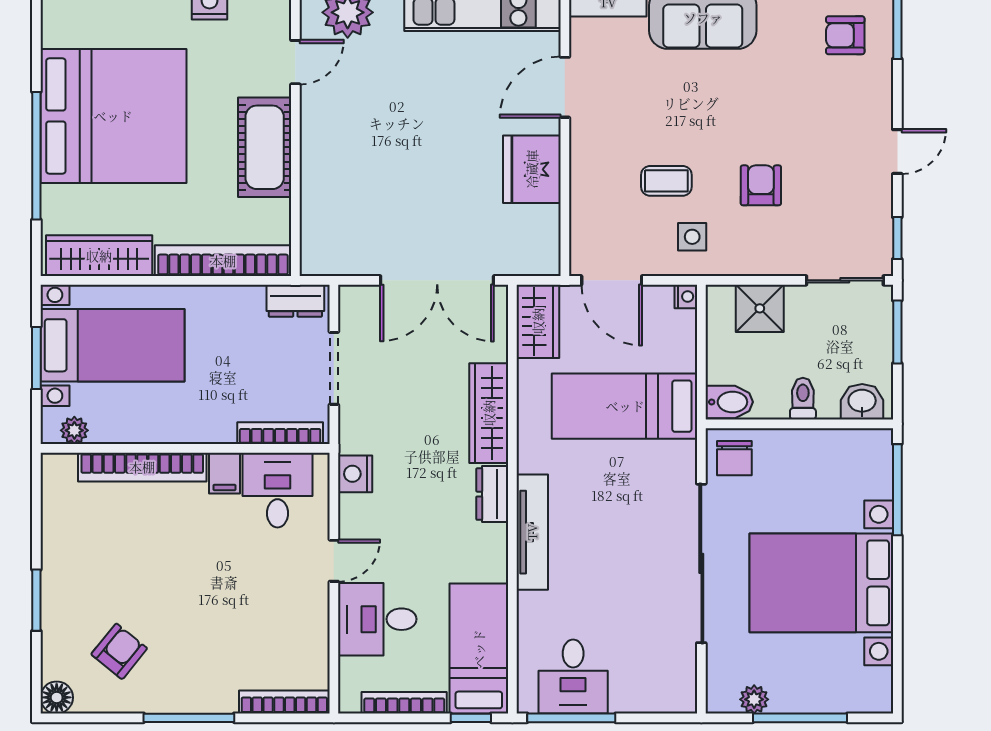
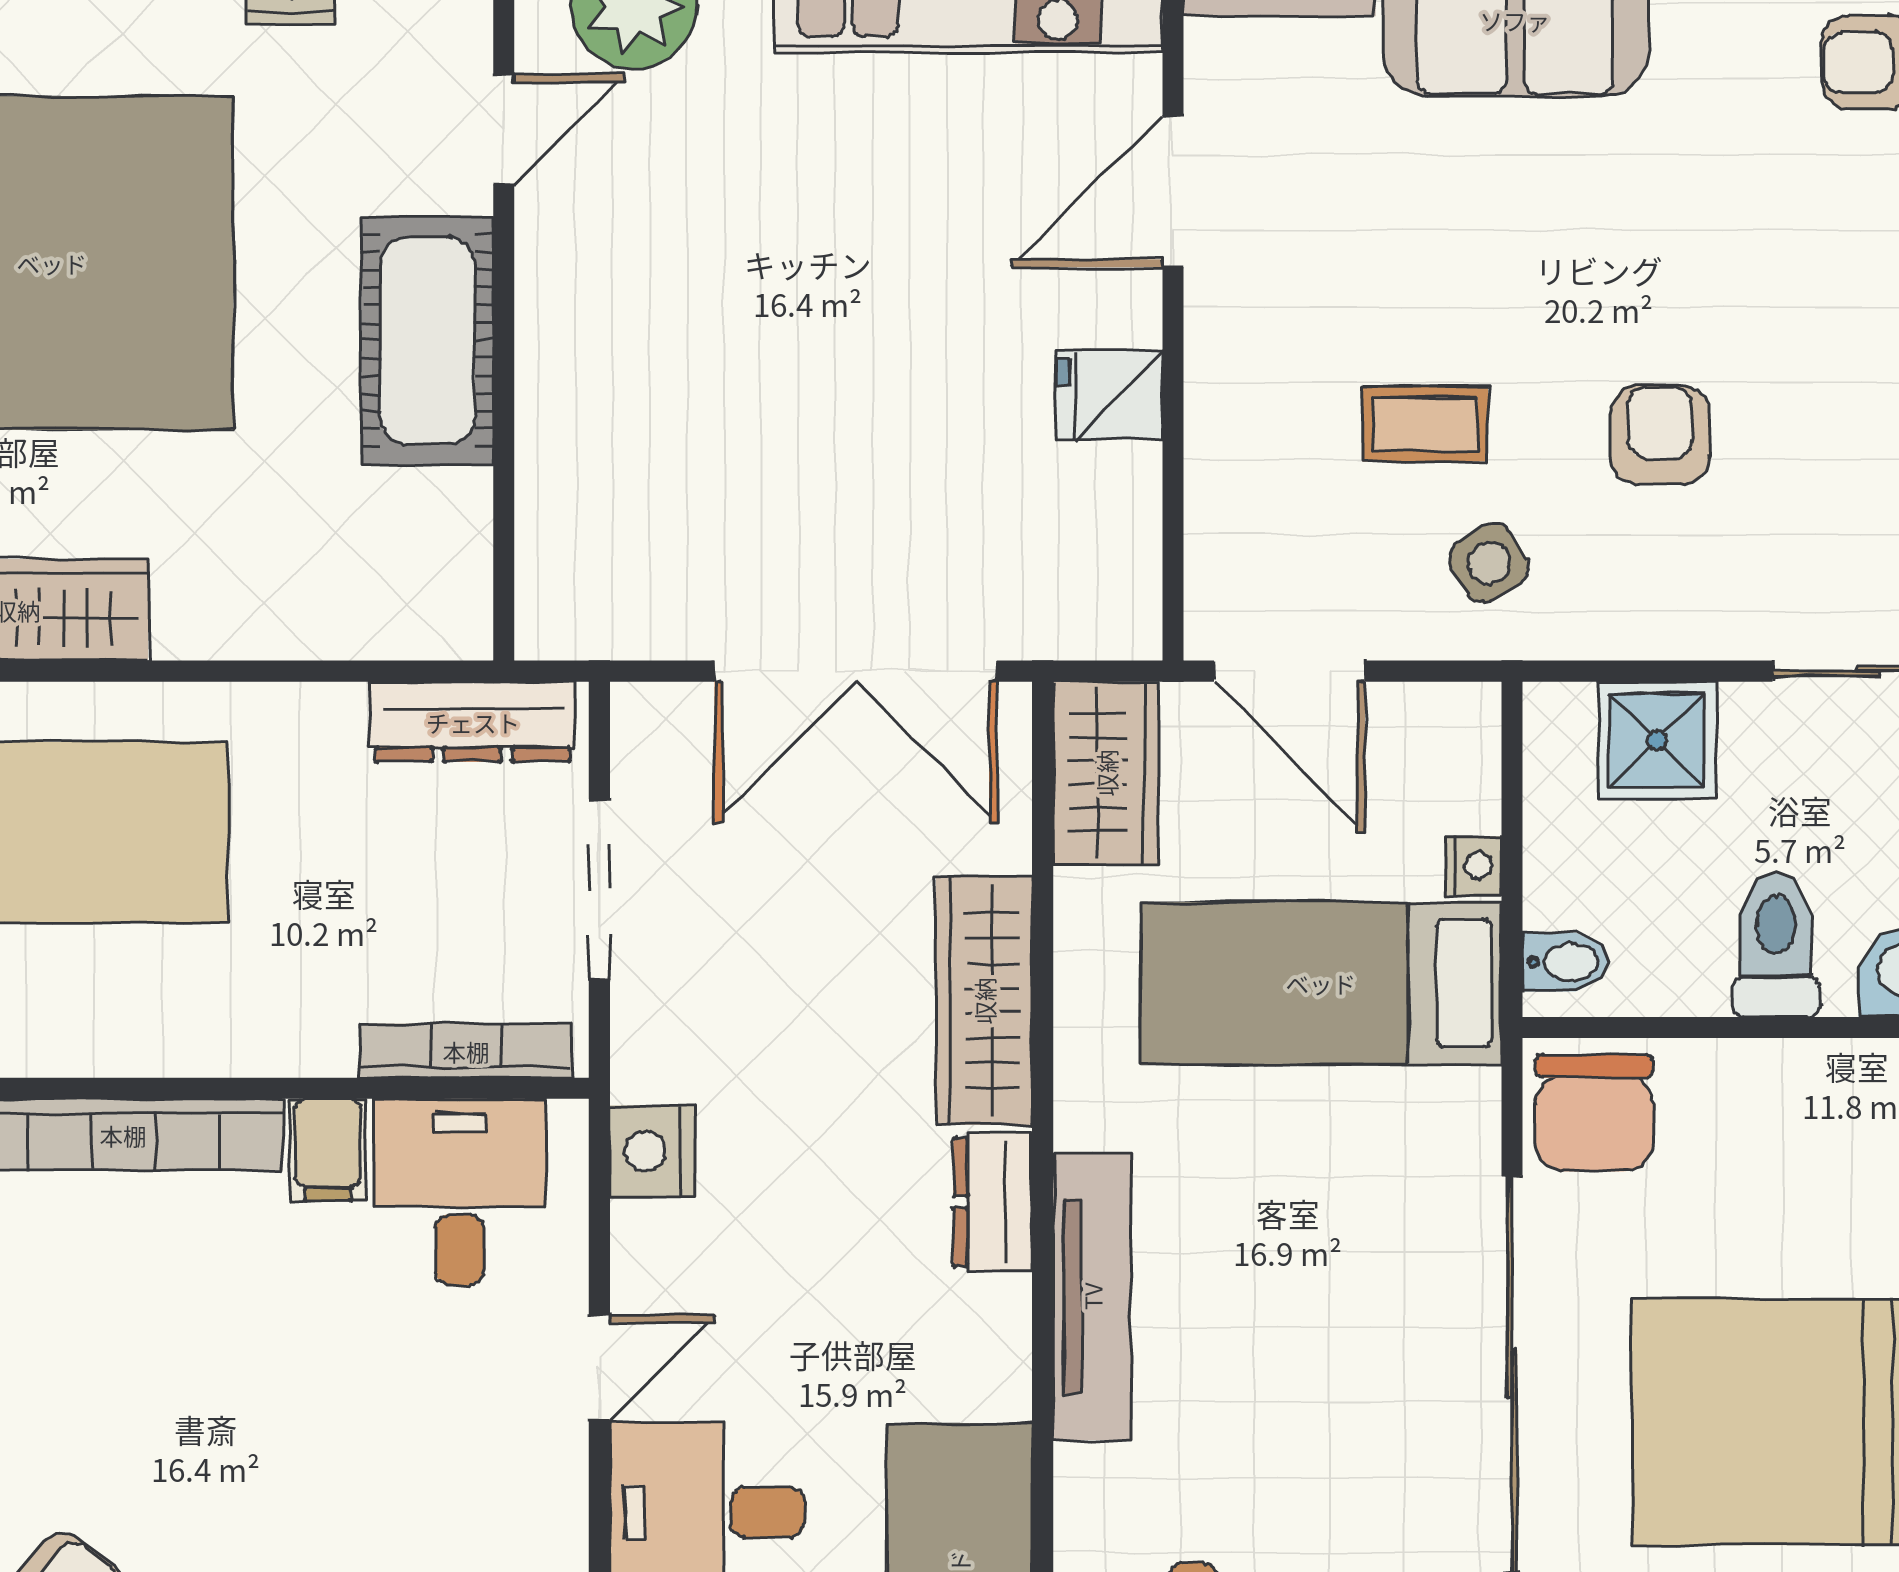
fridge: (532, 169) -> (1109, 395), width x0.53, depth x0.75
side table: (692, 237) -> (1489, 563), turned -31
bookcase: (223, 261) -> (324, 622), removed
nightstand: (686, 296) -> (1474, 866), moved
dresser: (295, 301) -> (473, 722), width x1.44
toilet: (803, 399) -> (1776, 945), width x1.37, depth x1.39
bidet: (729, 402) -> (1566, 962), width x0.72, depth x0.74
chair: (734, 458) -> (1594, 1113), width x1.37, depth x1.37

